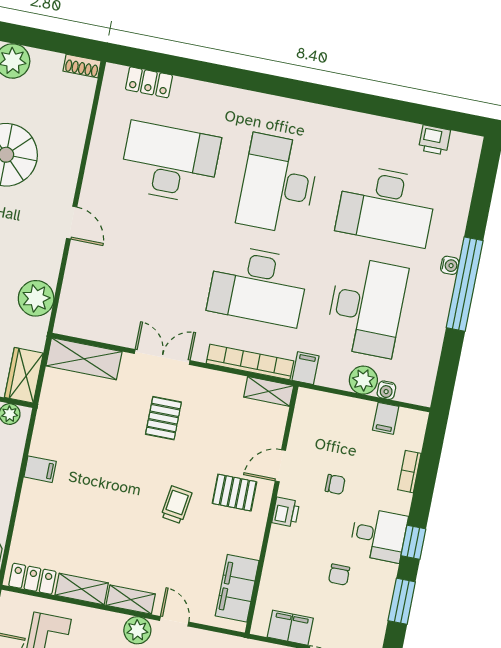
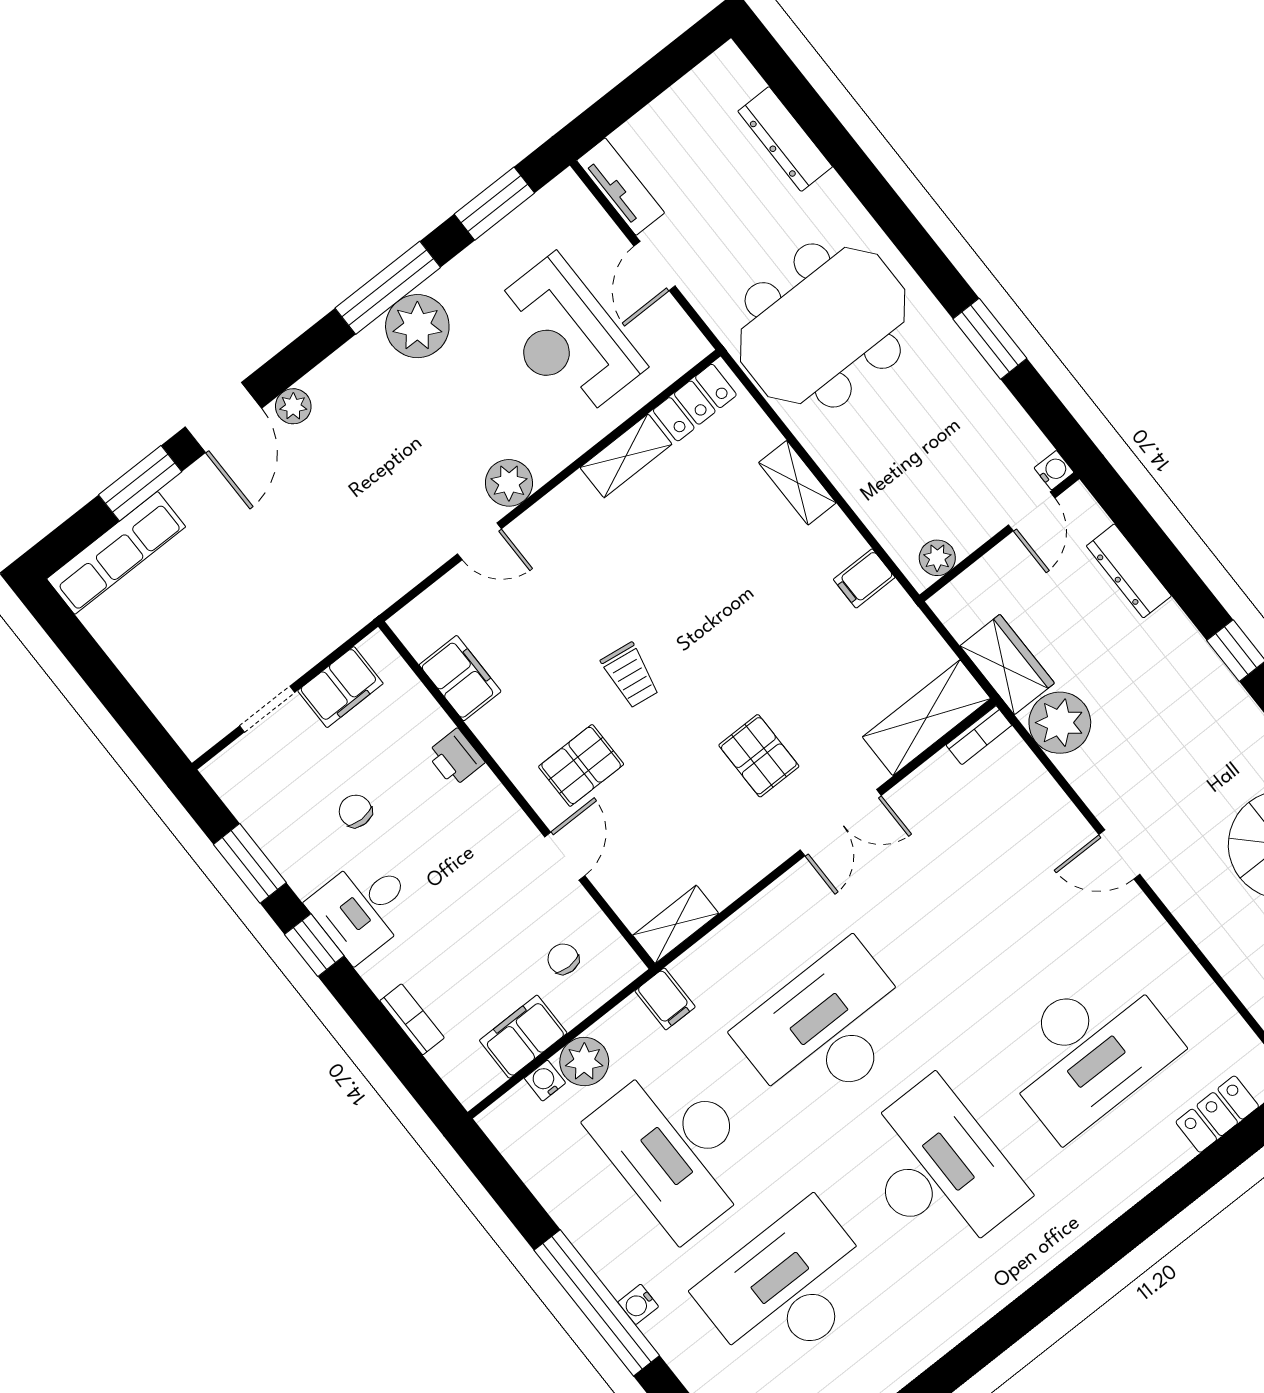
bookcase: (250, 362) -> (979, 735), moved, width x0.43, depth x0.76
wardrobe: (24, 375) -> (1007, 664), moved
filing cabinet: (386, 418) -> (523, 1037), width x2.00
filing cabinet: (40, 469) -> (864, 578), moved
chair: (335, 484) -> (563, 959), moved, turned 90
printer: (286, 512) -> (455, 758), moved
filing cabinet: (237, 588) -> (460, 678), width x0.67, depth x0.86
shelving: (131, 600) -> (797, 483), moved, turned 90

